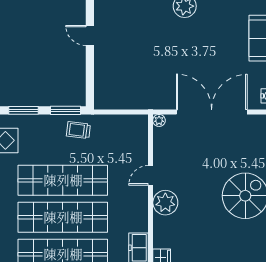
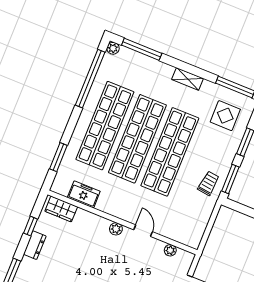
plant: (159, 120) -> (170, 250), moved
plant: (165, 203) -> (116, 229), width x0.53, depth x0.53

